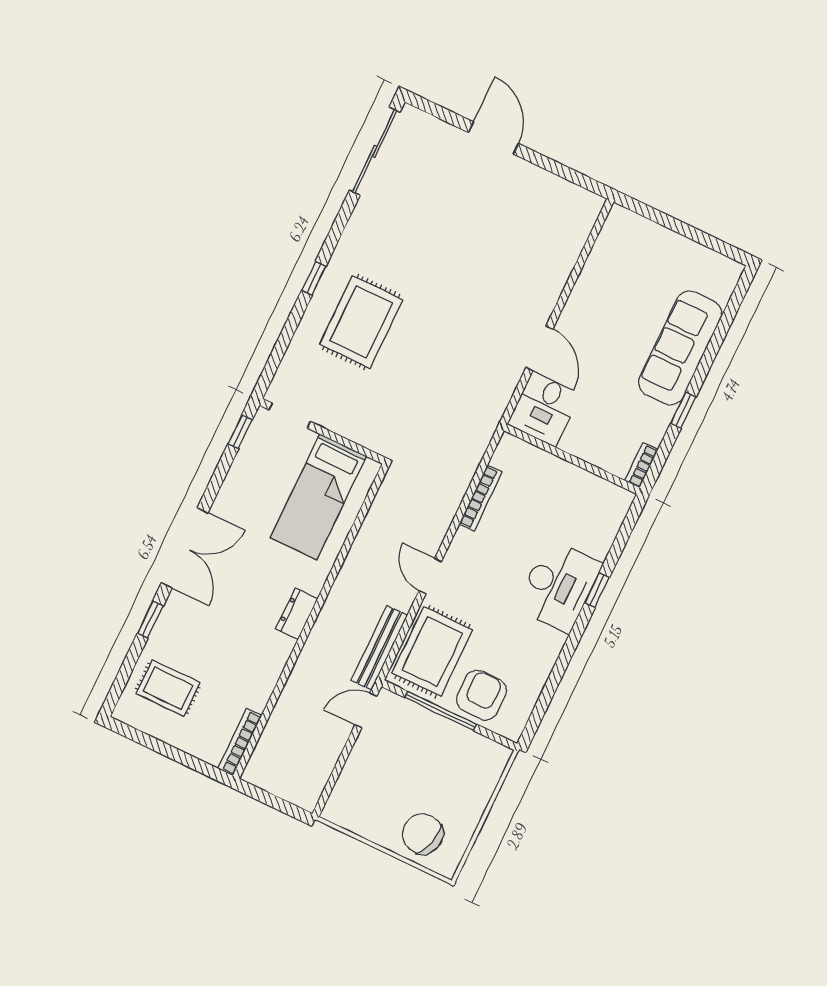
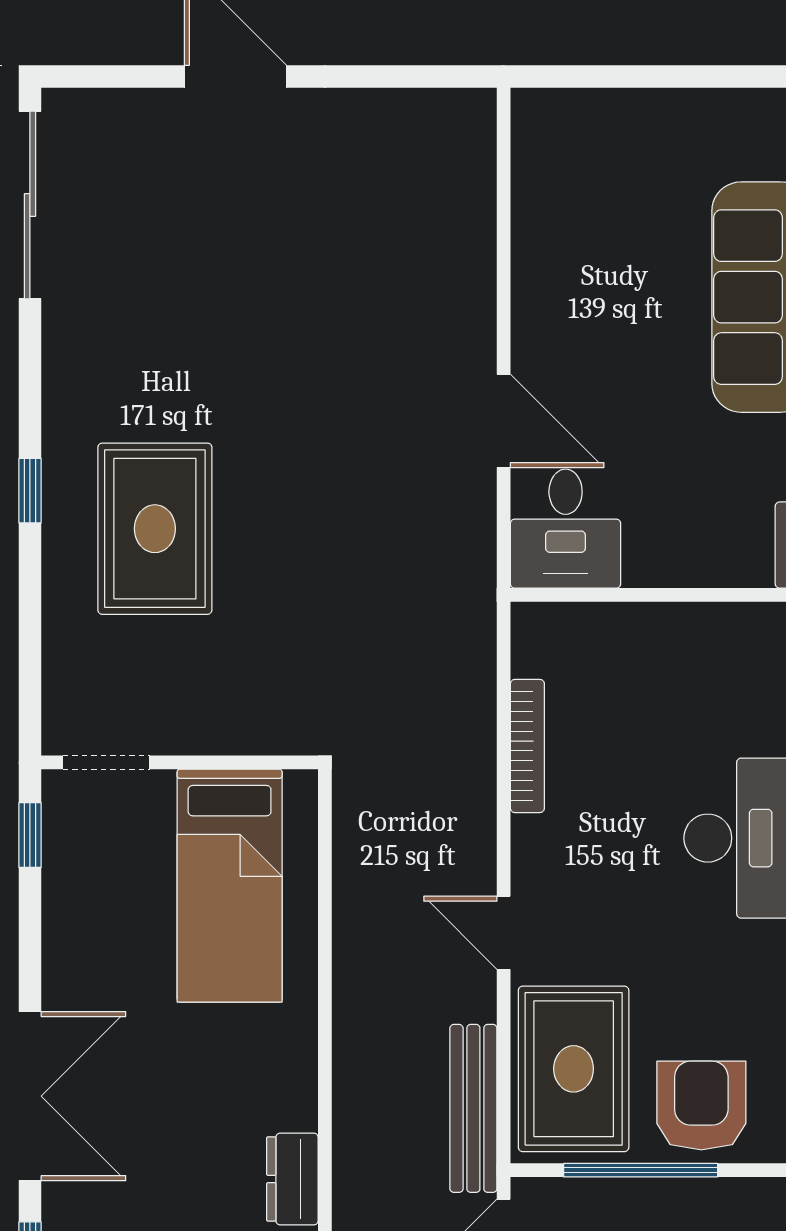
dresser: (297, 614) -> (292, 1179), moved

